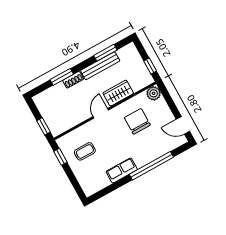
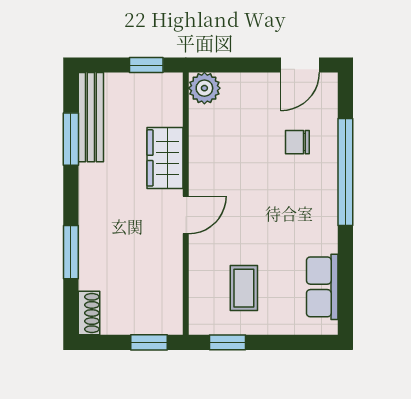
bench: (100, 66) -> (91, 117), moved
shoe rack: (73, 80) -> (89, 313), moved
door: (101, 113) -> (186, 215), swing flipped
chair: (137, 121) -> (297, 142), moved, width x0.54, depth x0.54
row of seats: (122, 171) -> (322, 287), moved

